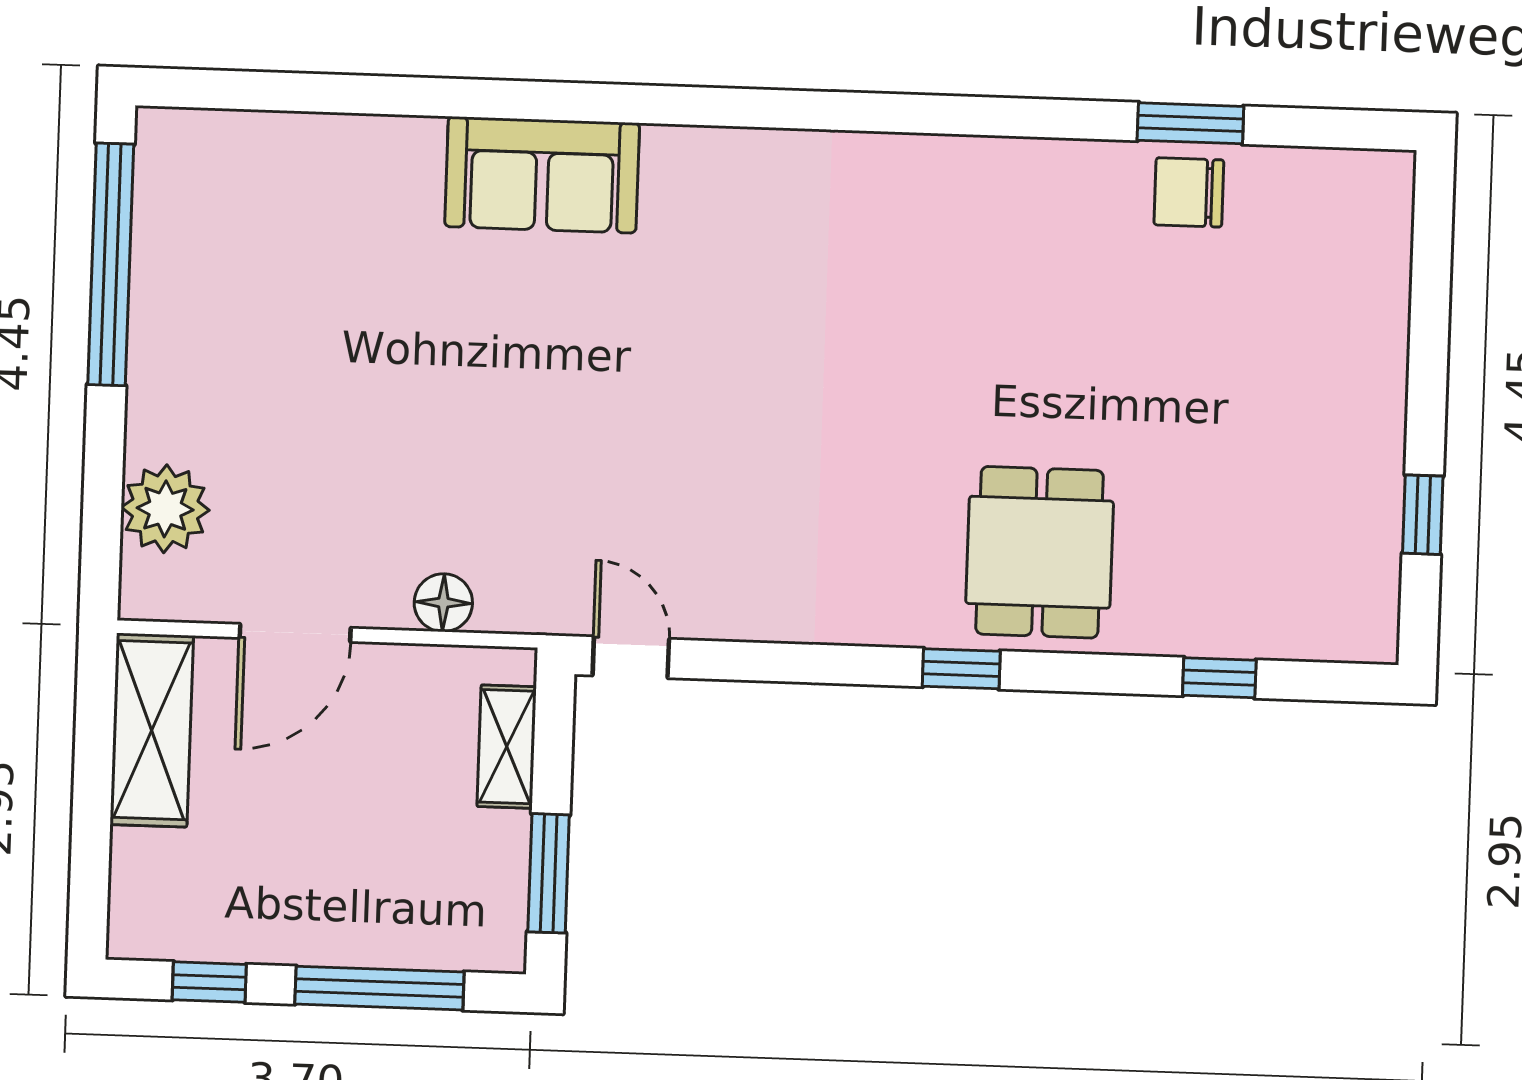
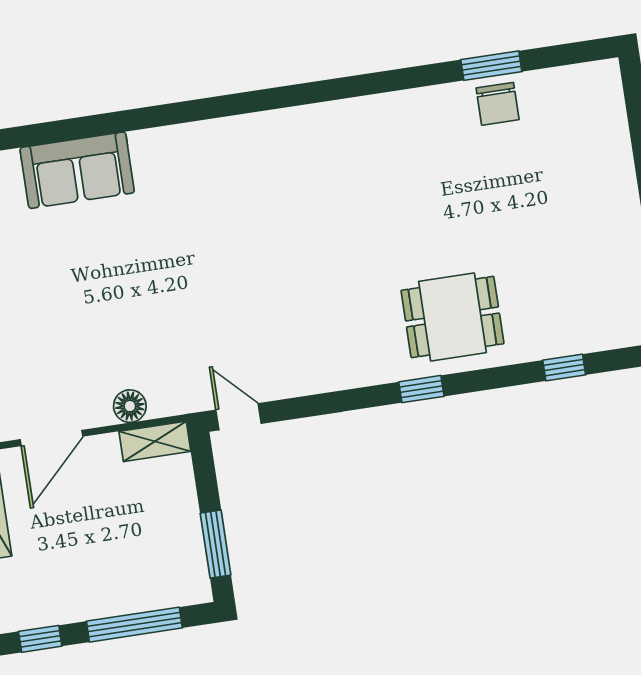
sofa: (542, 175) -> (77, 170), moved
chair: (1189, 192) -> (498, 104), turned -90
dining table: (1040, 552) -> (452, 317), turned 90
shelving: (507, 747) -> (155, 441), moved, turned 90

